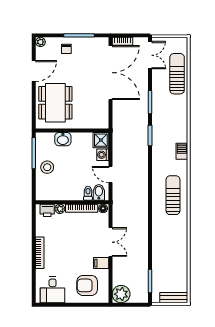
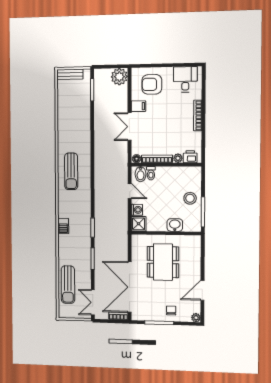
dining table: (55, 103) -> (163, 262), moved
barbecue: (182, 151) -> (63, 226), moved
armchair: (87, 285) -> (152, 84), turned 180

